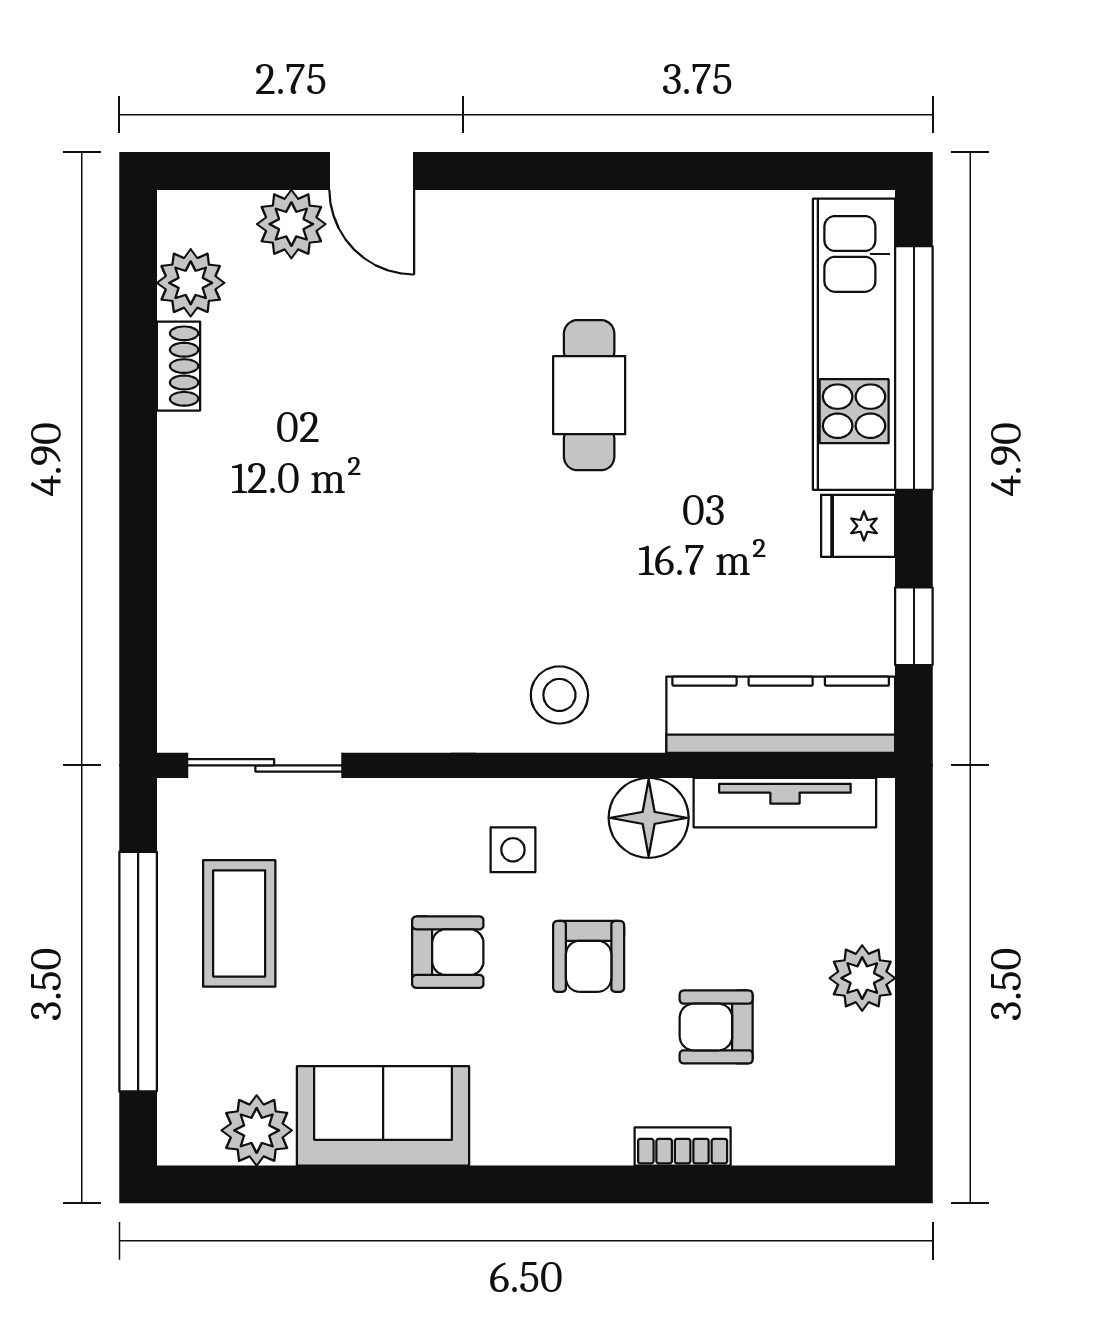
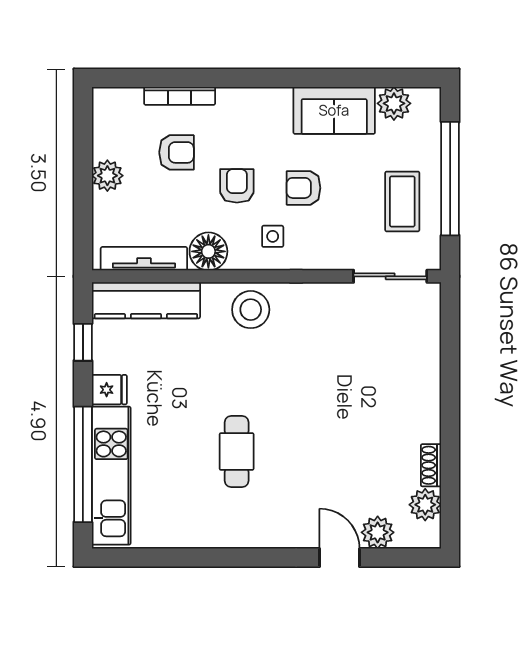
stool: (559, 695) -> (251, 310), width x1.38, depth x1.38
bookcase: (683, 1147) -> (180, 96), width x1.56

